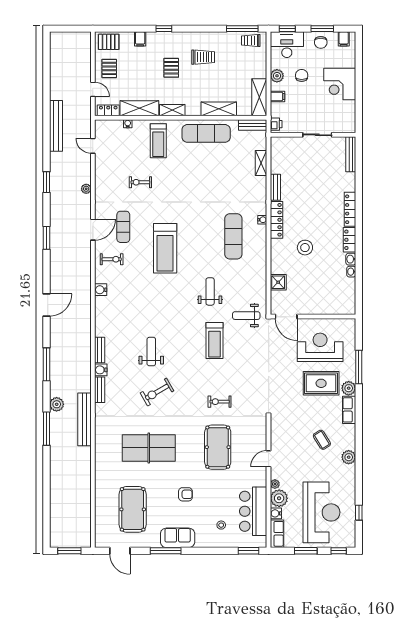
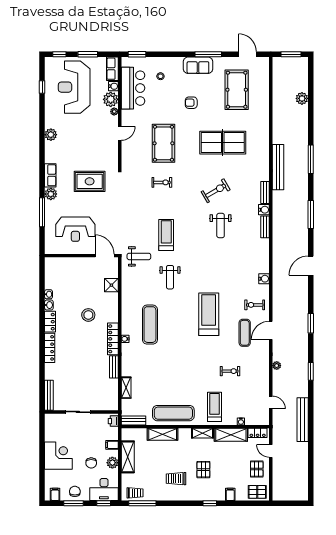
shelving: (259, 97) -> (128, 457), moved
rug: (321, 383) -> (90, 181), moved
plant: (57, 404) -> (302, 98), moved
coffee table: (322, 440) -> (74, 150), removed

